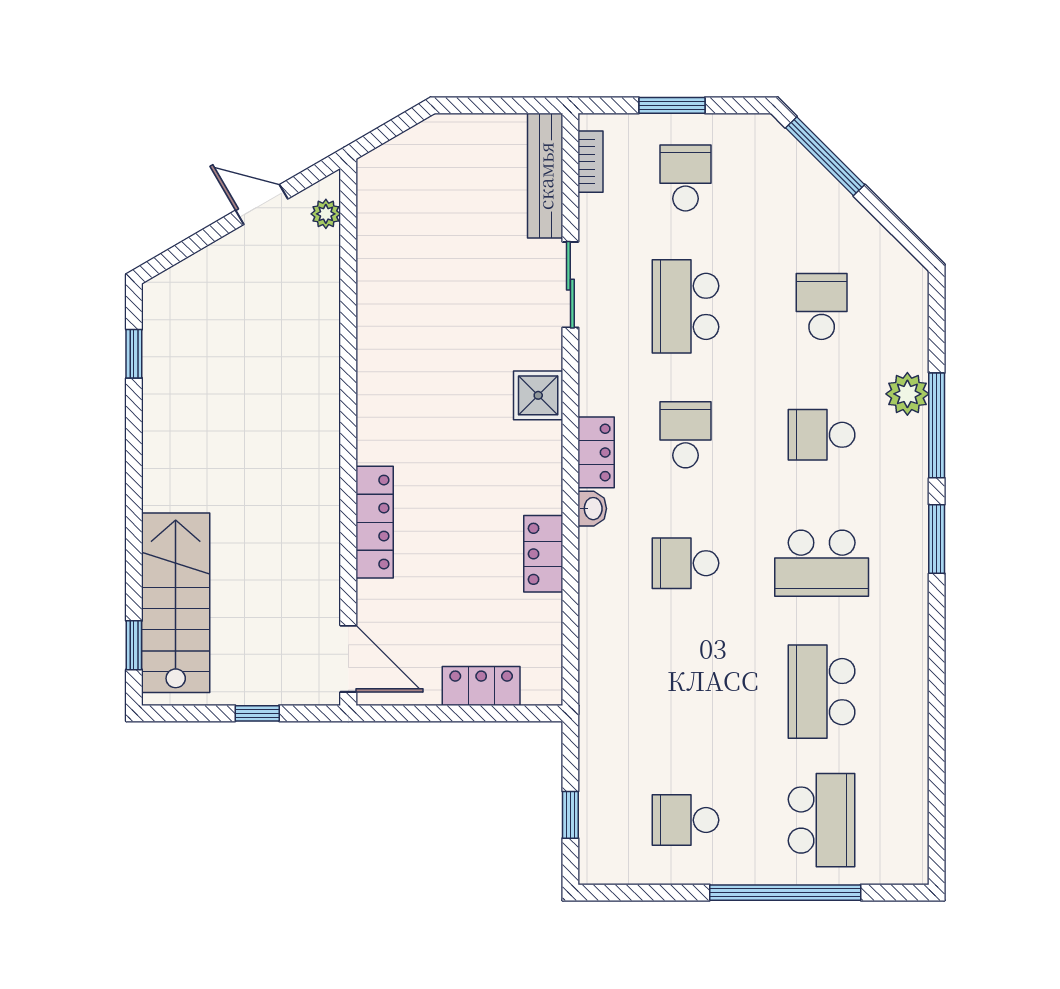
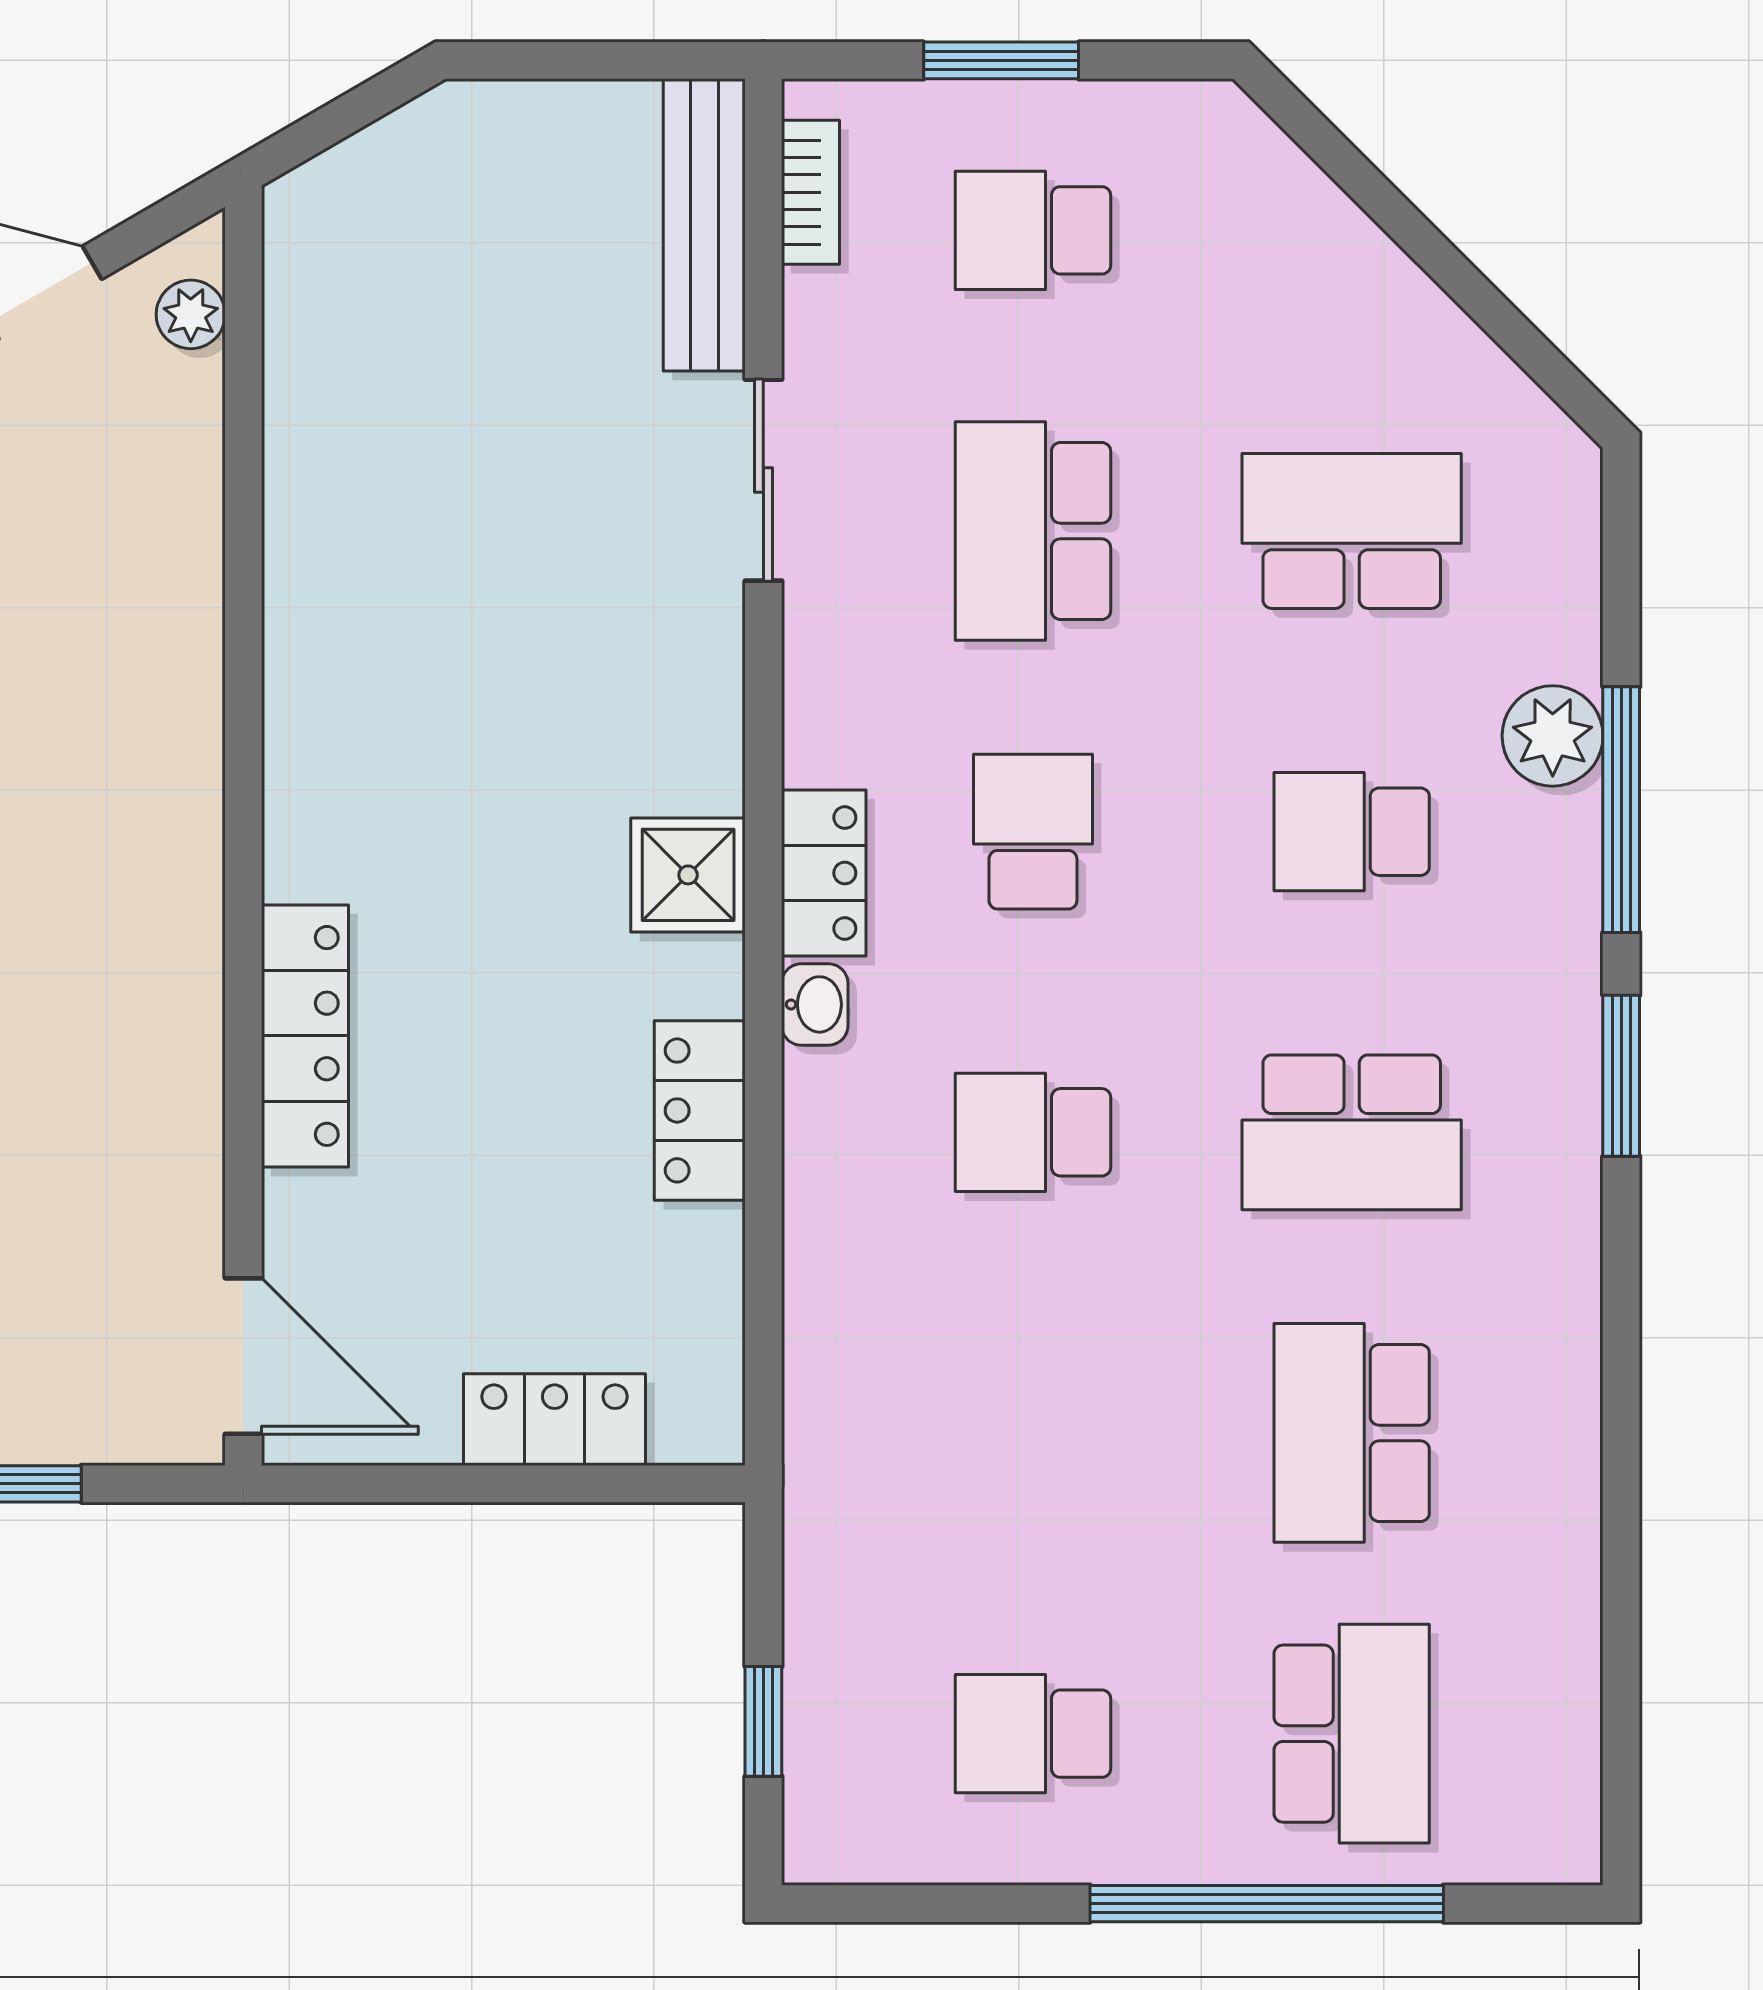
window: (825, 156) -> (1360, 179), removed
school desk: (685, 178) -> (1033, 230), turned -90
school desk: (822, 306) -> (1352, 531), width x1.85
shower: (538, 395) -> (688, 875), moved

